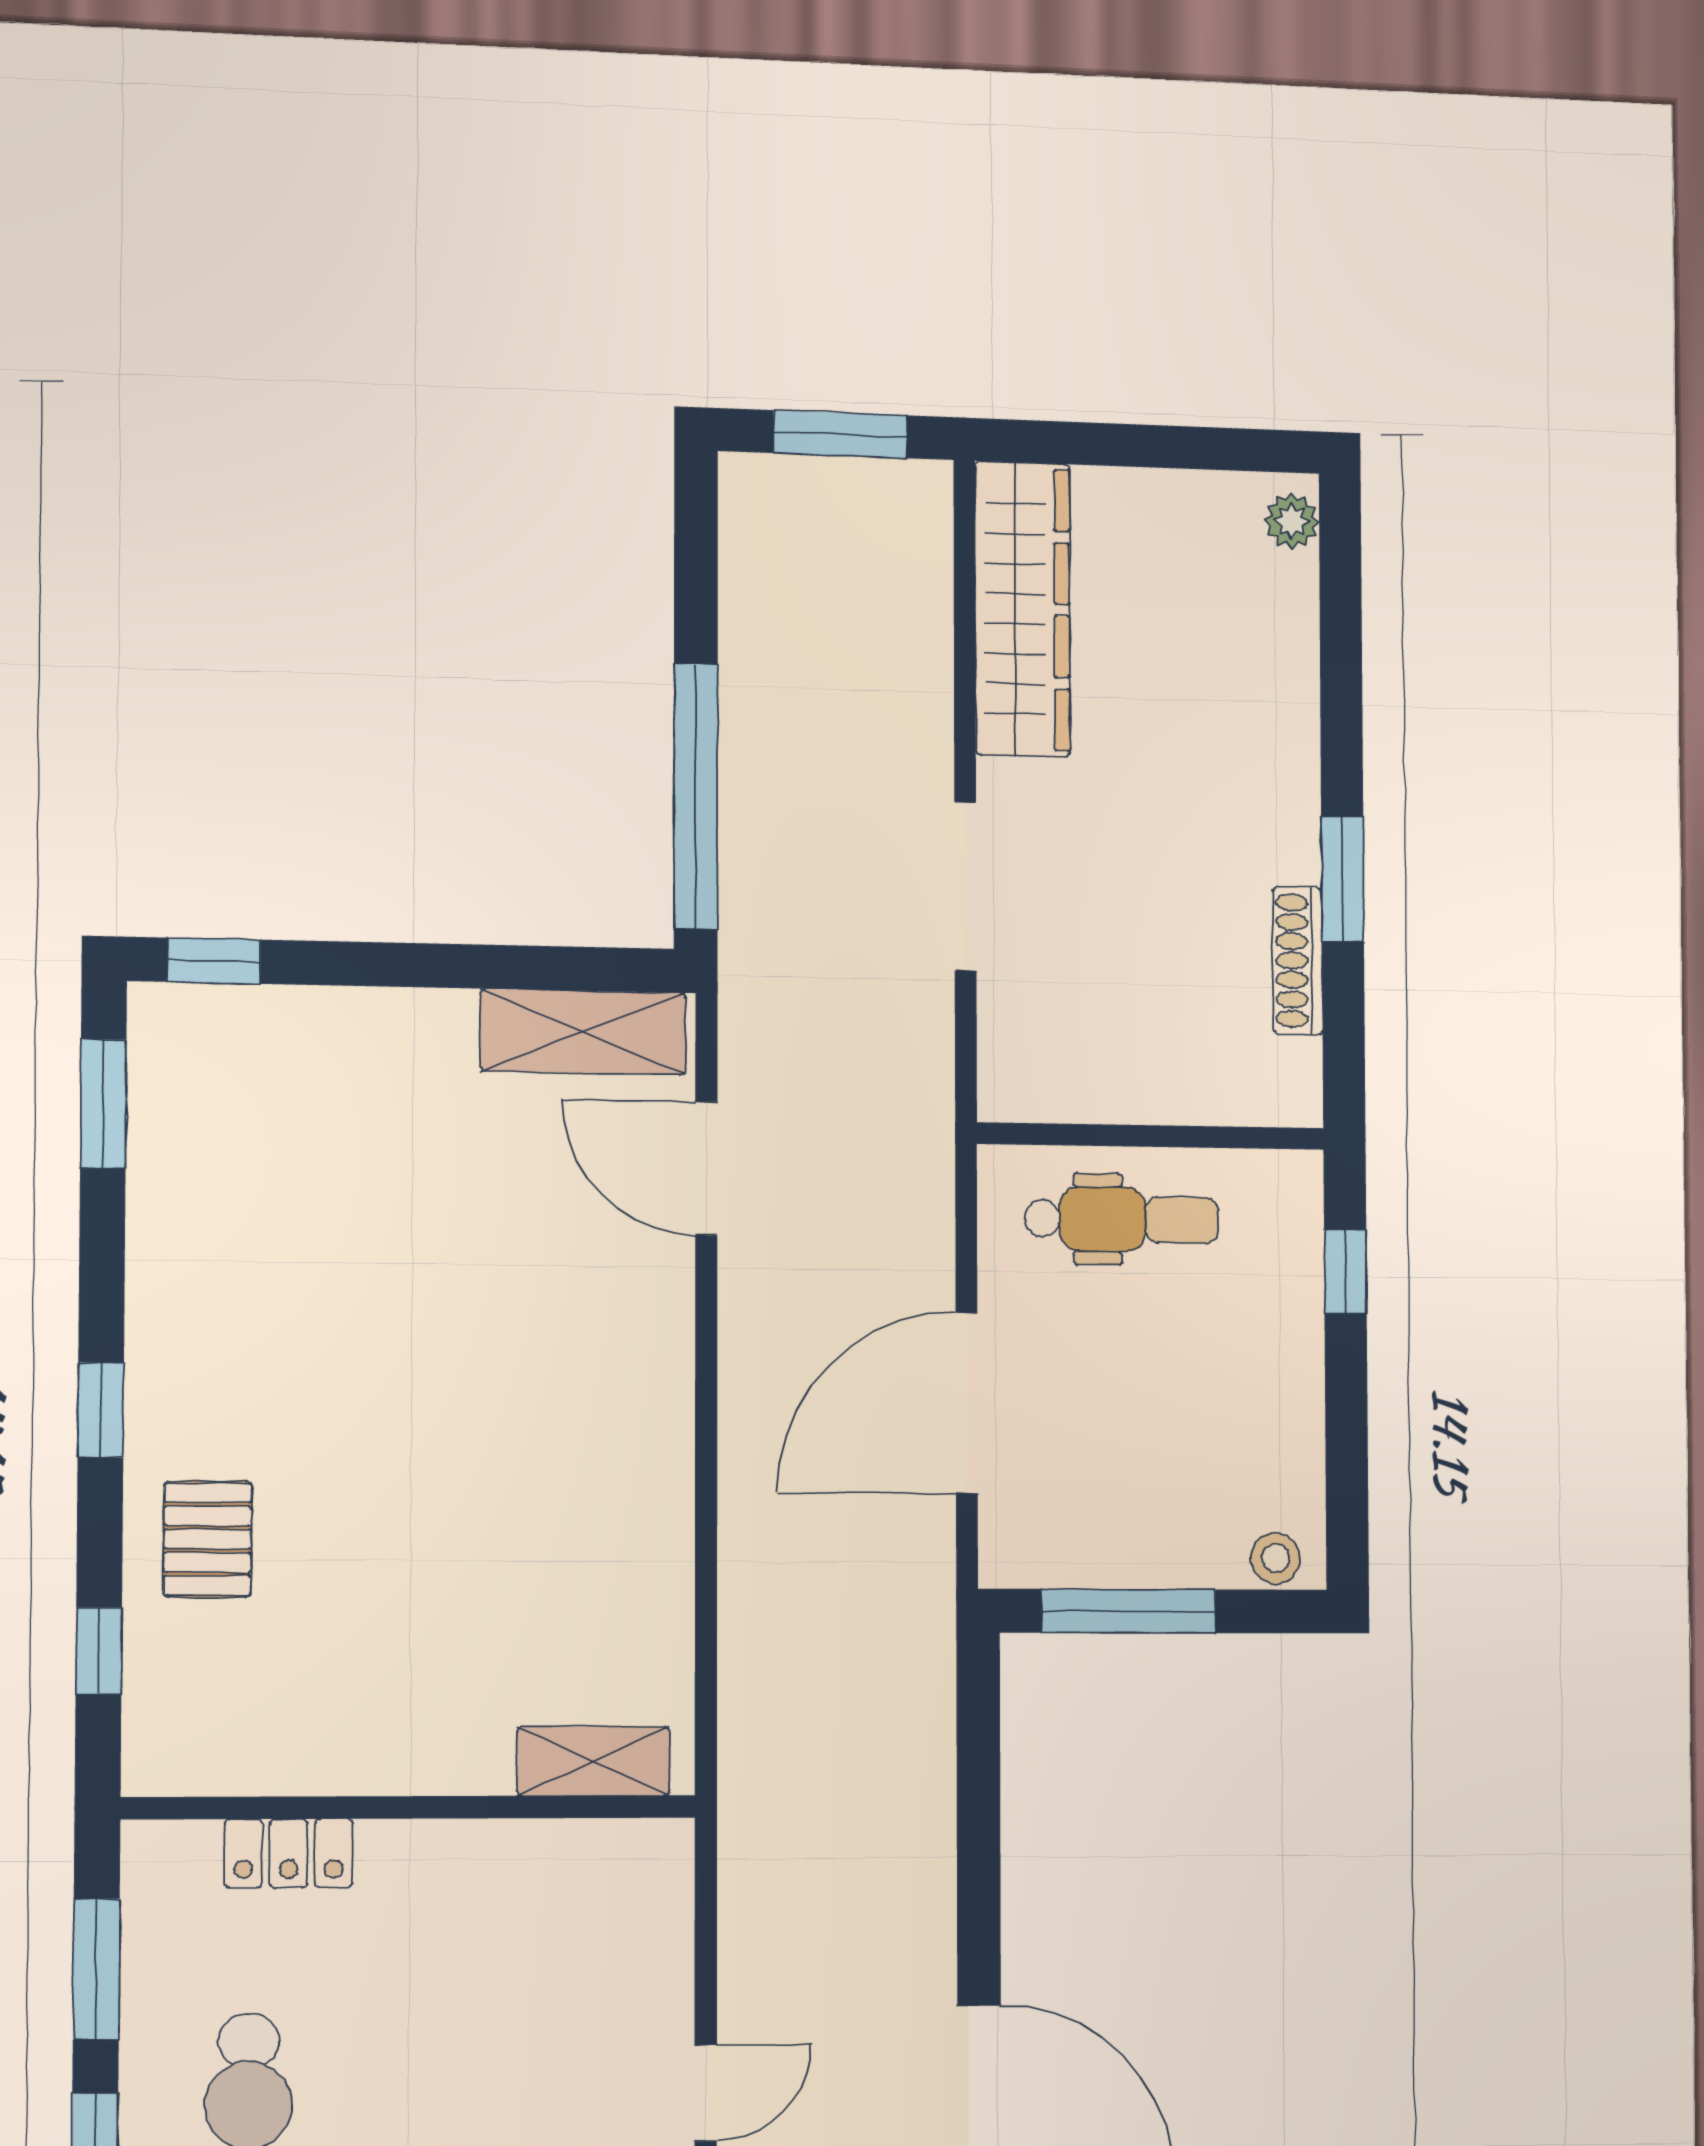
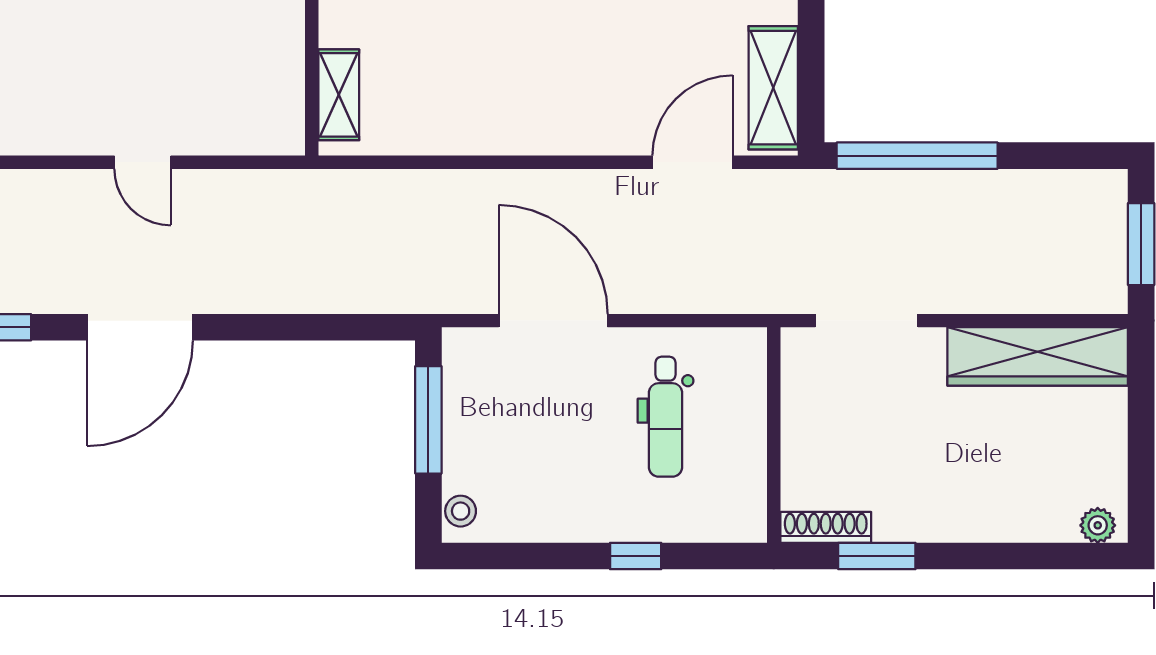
wall: (1151, 1136) -> (774, 435), moved

